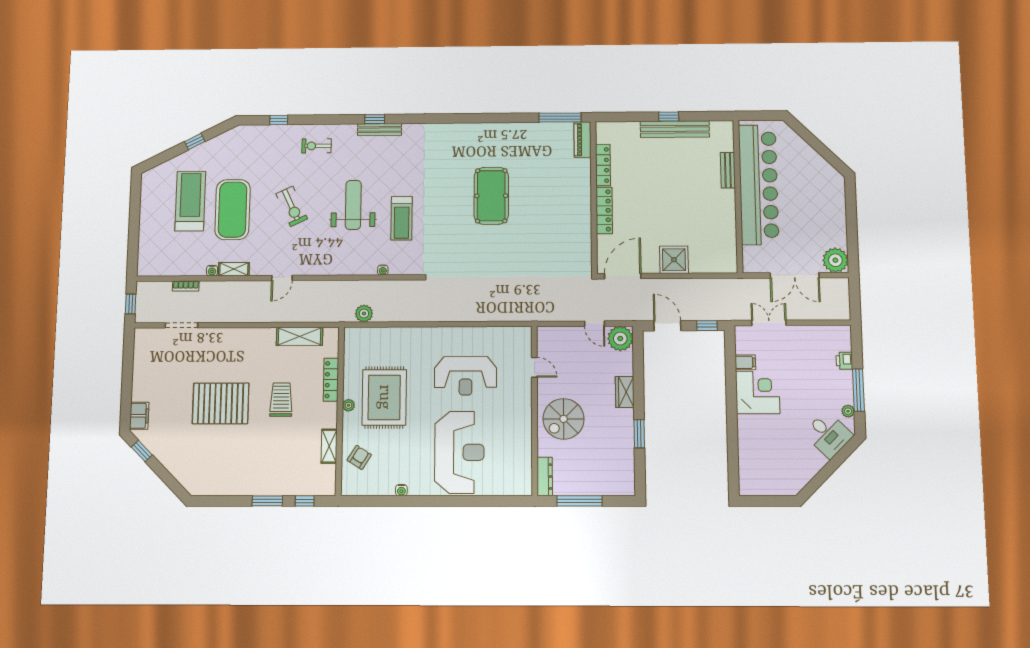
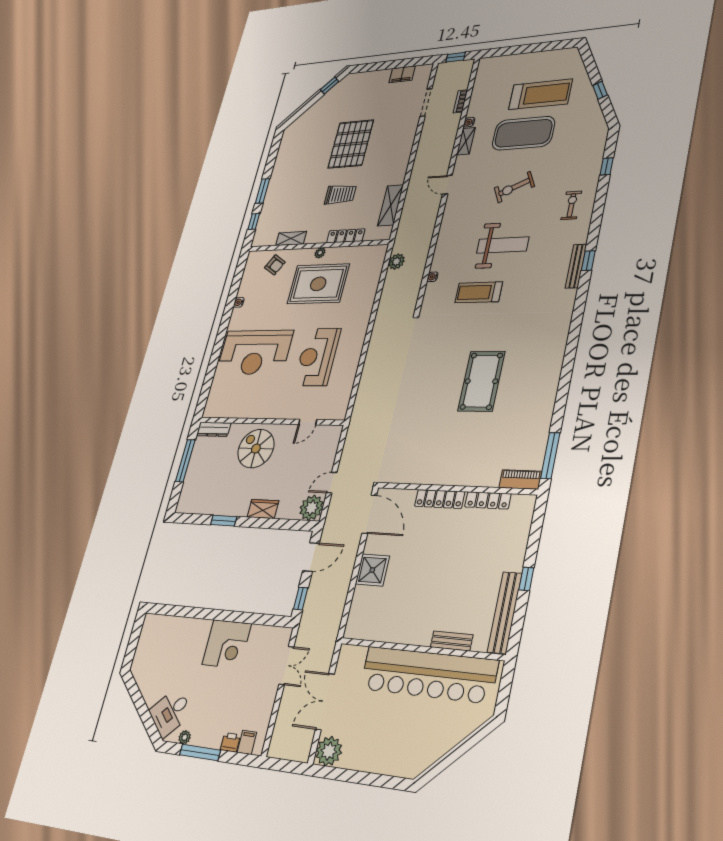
bench: (675, 129) -> (505, 612), moved
pool table: (491, 196) -> (481, 381), turned 90
filing cabinet: (745, 362) -> (247, 742), moved, turned 180
filing cabinet: (139, 416) -> (402, 74), moved

